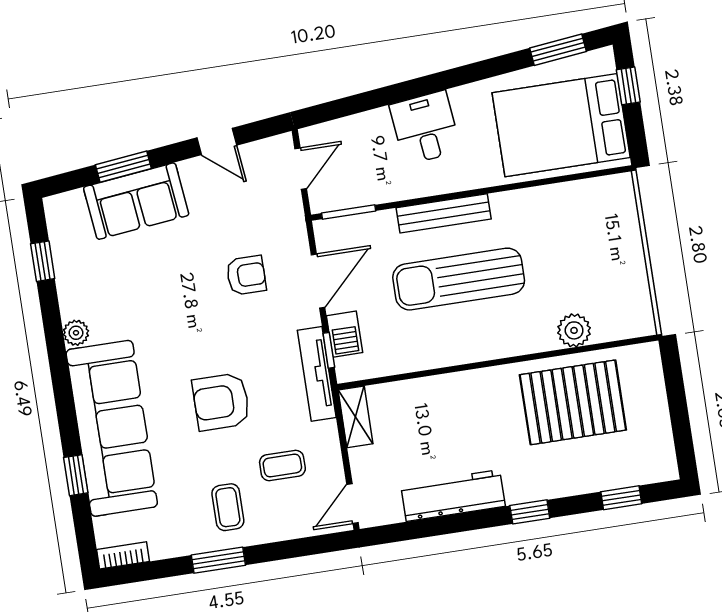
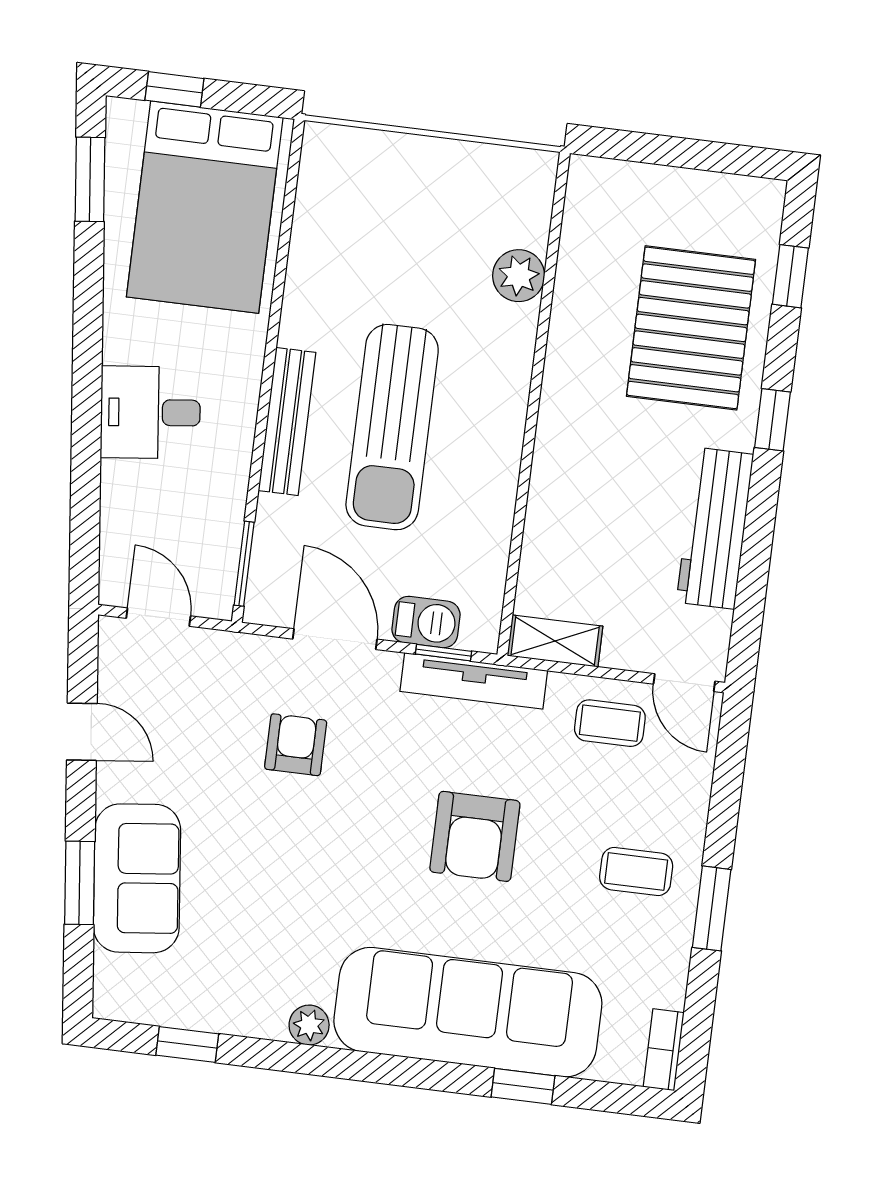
door: (217, 141) -> (82, 732), hinge flipped
pallet: (573, 402) -> (691, 328), moved
coffee table: (282, 466) -> (610, 723), moved, turned 90

